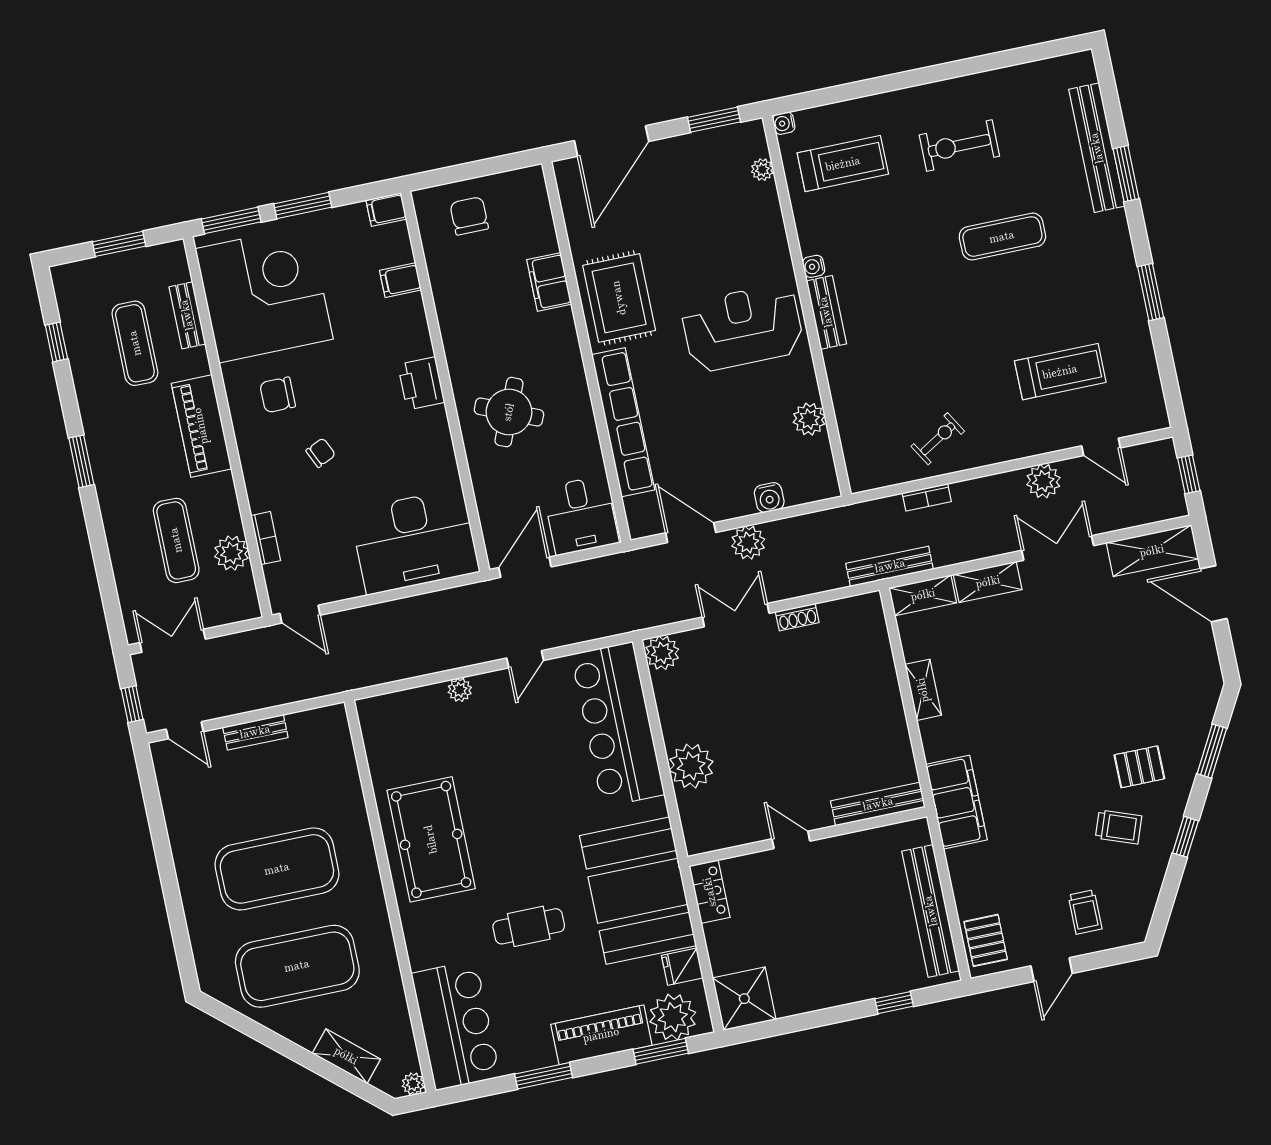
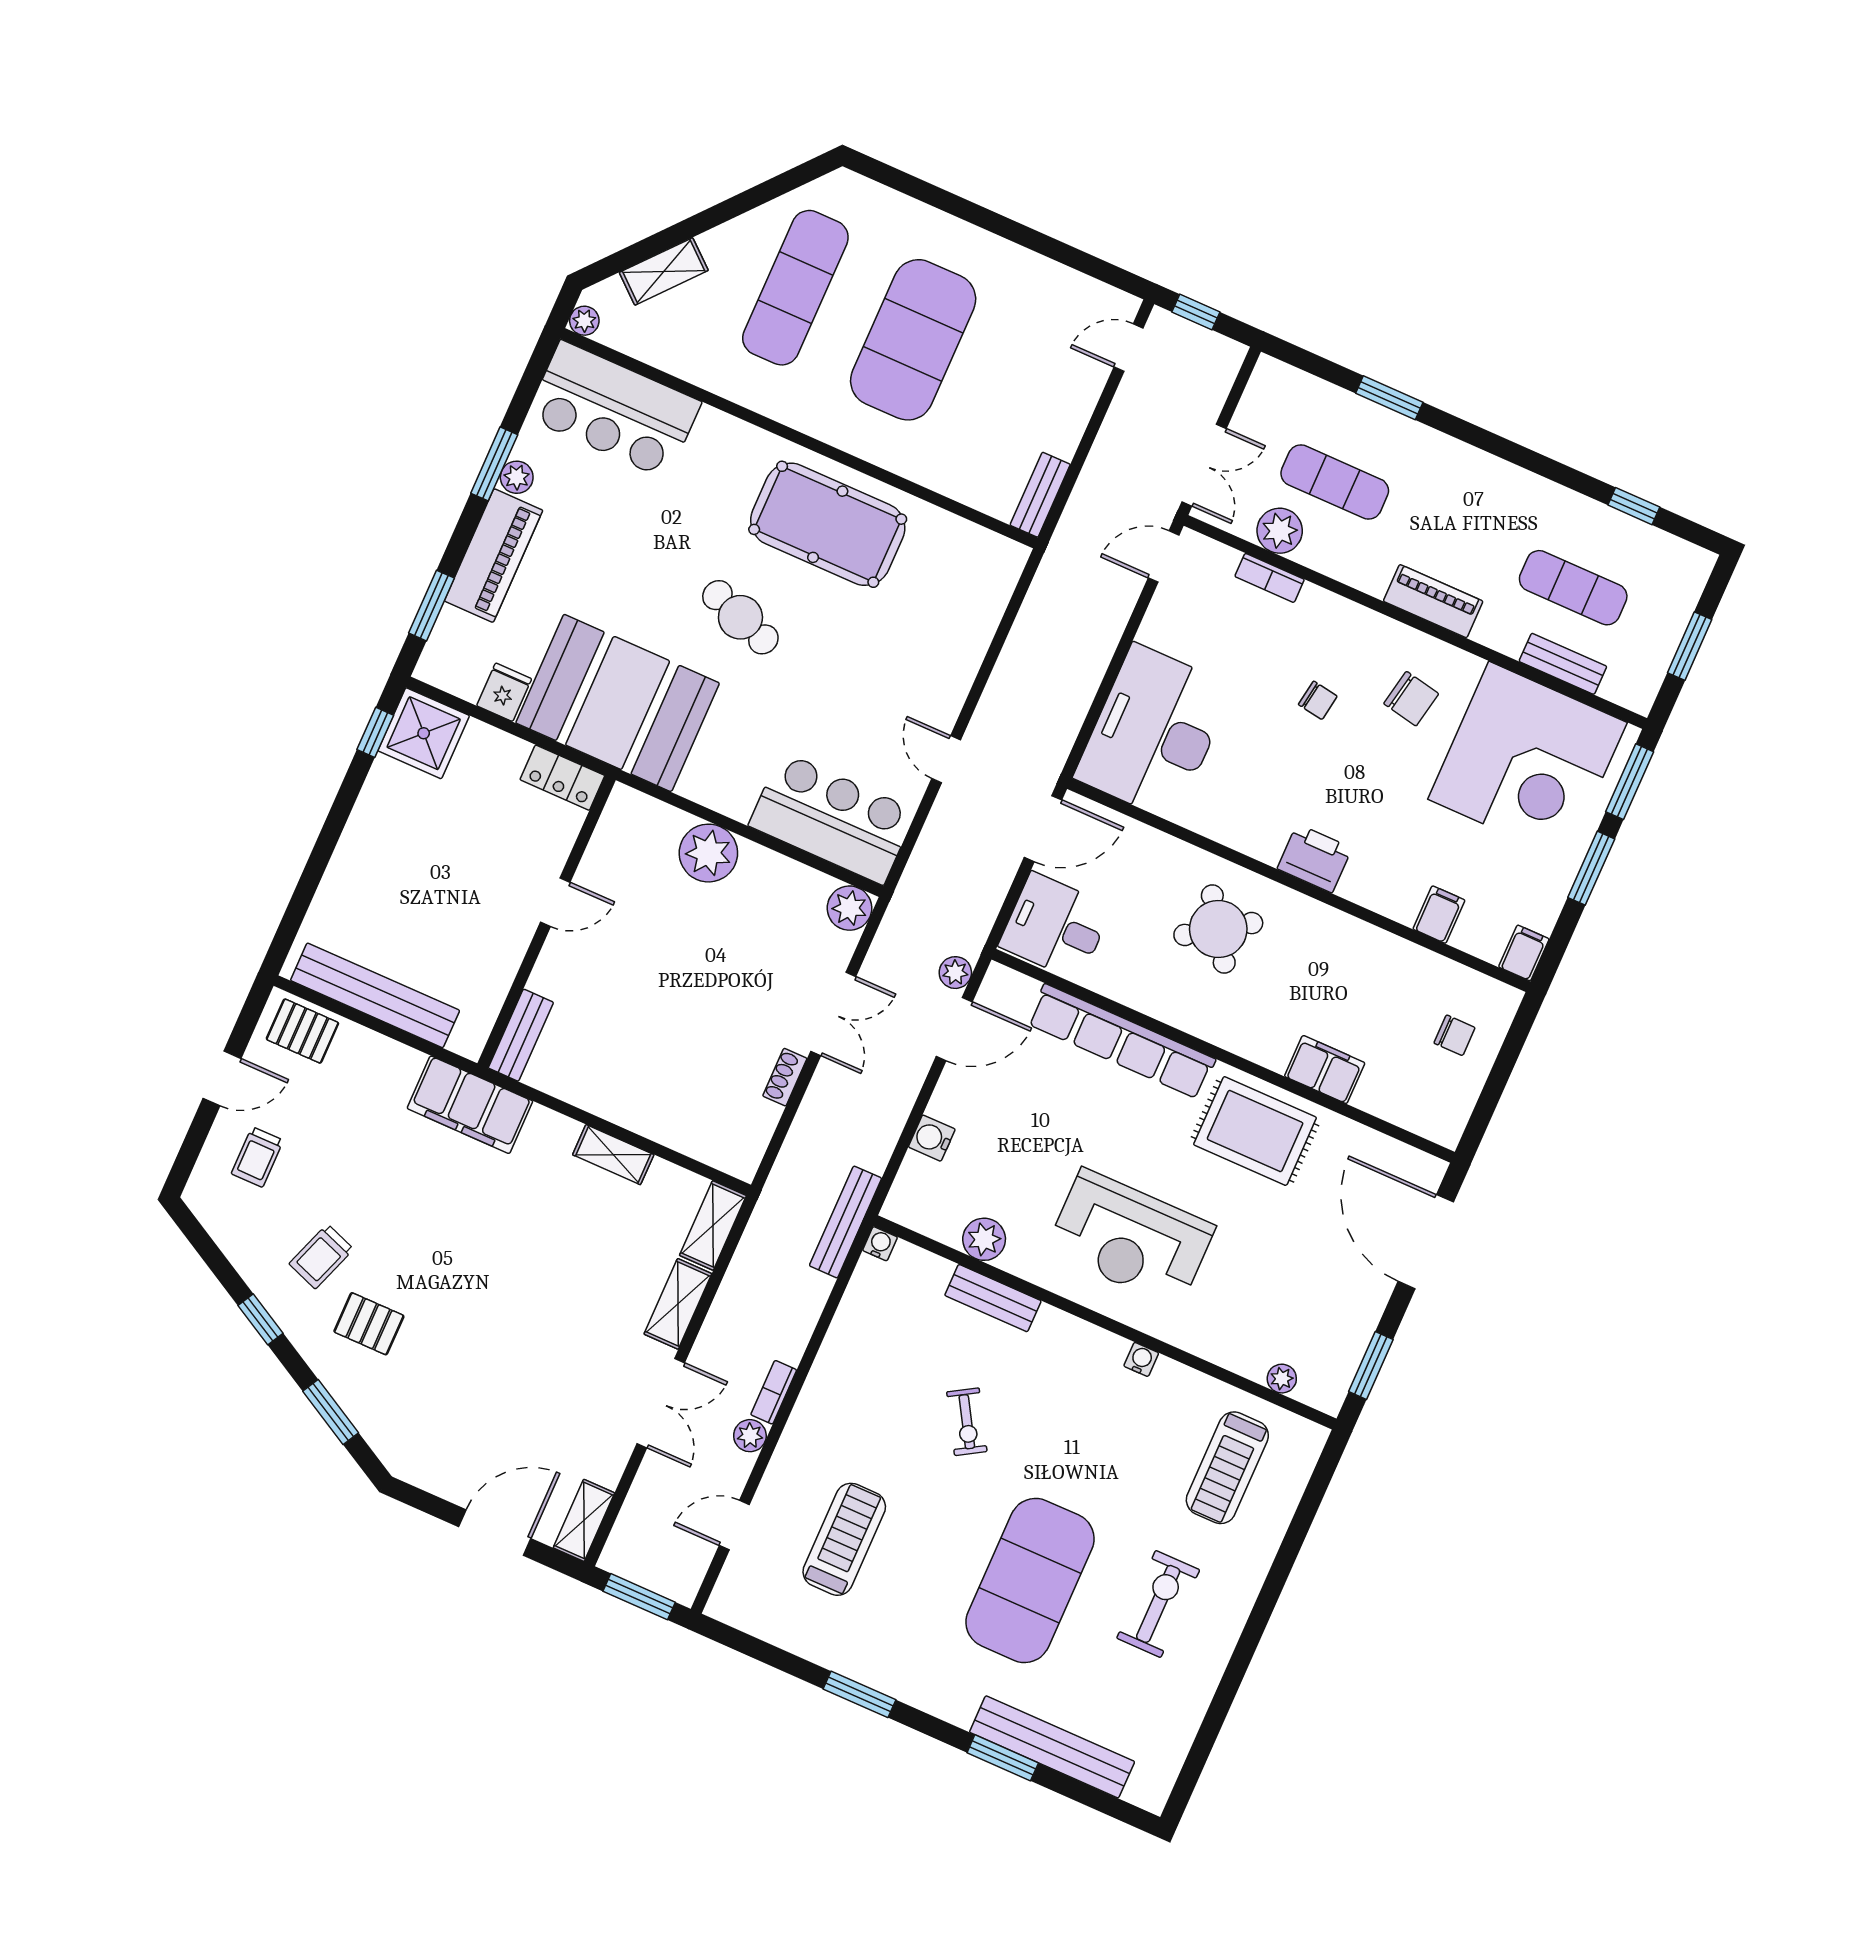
water cooler: (784, 123) -> (880, 1244), moved
chair: (469, 216) -> (1455, 1035), width x0.73, depth x0.73
exercise mat: (1002, 237) -> (1030, 1580), width x2.00, depth x1.45
bench: (826, 312) -> (993, 1298), moved
reception desk: (742, 328) -> (1130, 1238), turned 90
treadmill: (1060, 372) -> (844, 1539), turned 180
chair: (278, 395) -> (1411, 699), turned 101
round table: (509, 412) -> (1218, 929), turned 33
piano: (201, 426) -> (1433, 601), width x0.73, depth x0.75
exercise bike: (938, 439) -> (967, 1422), moved
chair: (321, 453) -> (1318, 700), turned -56
window: (81, 461) -> (1389, 398), moved
window: (1189, 474) -> (639, 1597), width x1.50
plant: (1043, 481) -> (750, 1436), width x0.73, depth x0.73
bookcase: (927, 497) -> (774, 1392), moved
plant: (748, 543) -> (955, 973), moved, width x0.73, depth x0.73
shelving: (1152, 551) -> (584, 1520), width x0.67, depth x0.75
bench: (890, 566) -> (845, 1222), moved
door: (525, 567) -> (1043, 829), hinge flipped
double door: (173, 641) -> (1204, 465), moved
plant: (460, 690) -> (963, 667), removed
bar counter: (618, 724) -> (832, 818), width x0.73
bench: (255, 732) -> (1040, 495), moved
pallet: (1139, 767) -> (369, 1324), turned 90
bench: (878, 804) -> (521, 1035), width x0.73
trolley: (1085, 912) -> (257, 1157), turned -90
cafe table: (529, 926) -> (740, 617), moved, turned -70
exercise mat: (297, 966) -> (795, 288), width x0.68
door: (1052, 970) -> (222, 1078), swing flipped
window: (894, 1003) -> (375, 732), moved
plant: (673, 1017) -> (517, 477), moved, width x0.53, depth x0.53

